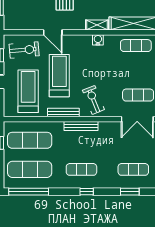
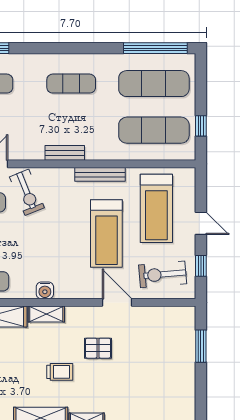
exercise bike: (93, 100) -> (27, 192), moved
bench: (81, 126) -> (65, 153), width x0.73
window: (87, 192) -> (63, 48), removed

